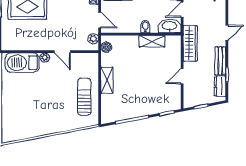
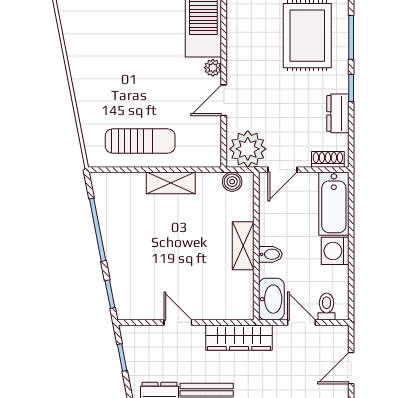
plant: (93, 39) -> (248, 149), width x1.88, depth x1.88
shelving: (152, 41) -> (243, 246), moved

